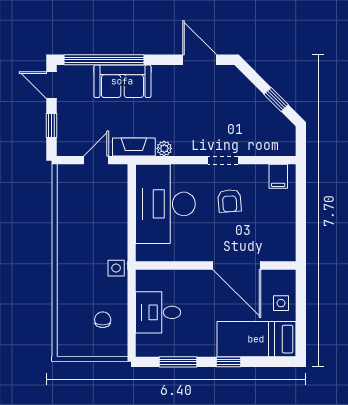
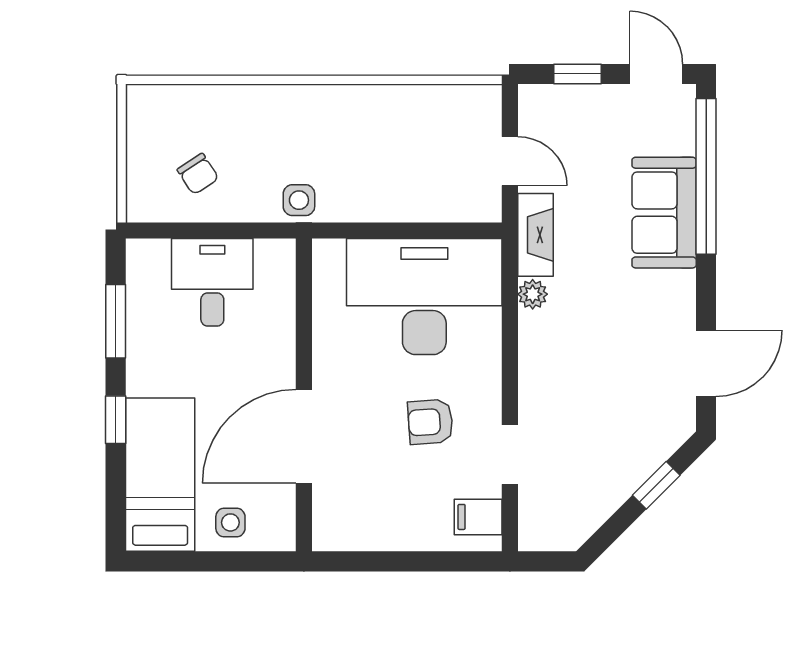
door: (52, 85) -> (656, 74), hinge flipped
window: (276, 100) -> (656, 485), moved
doorway: (223, 160) -> (510, 455), moved
chair: (103, 320) -> (198, 174), turned 57

